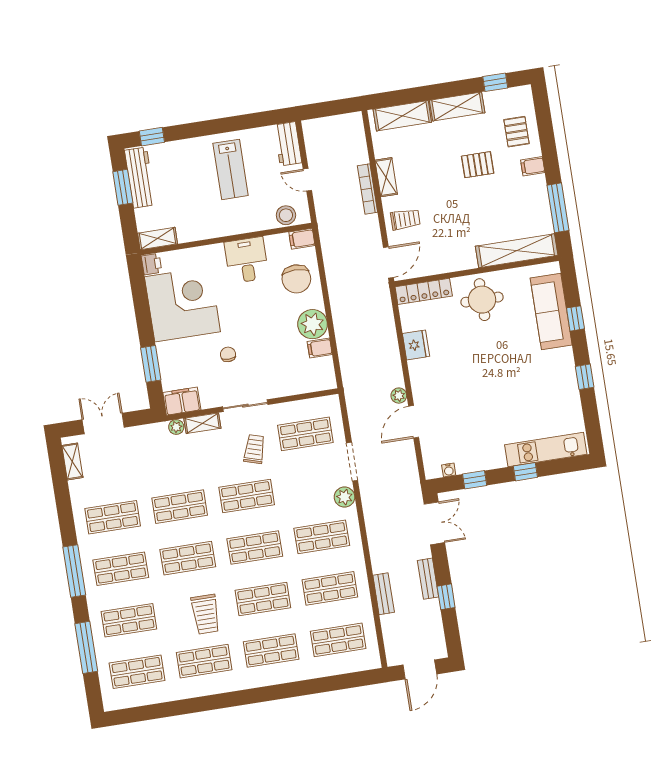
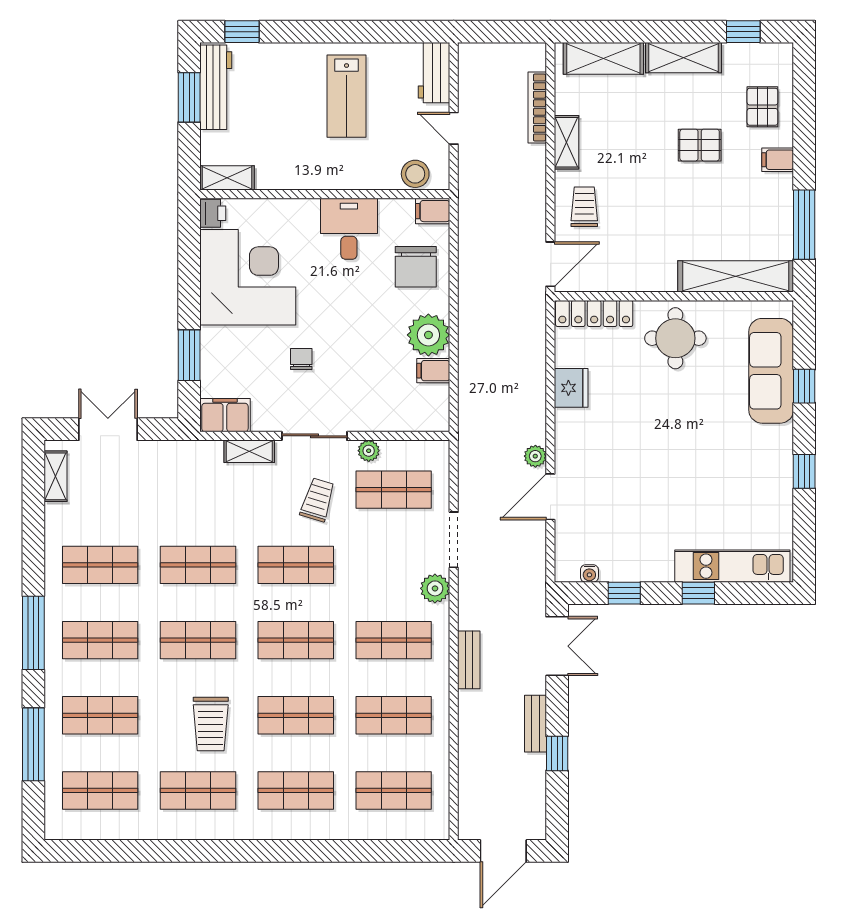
bookcase: (367, 189) -> (537, 107), moved
trolley: (405, 219) -> (584, 207), turned -90
plant: (176, 427) -> (369, 451), moved
bench: (384, 594) -> (469, 660), moved

